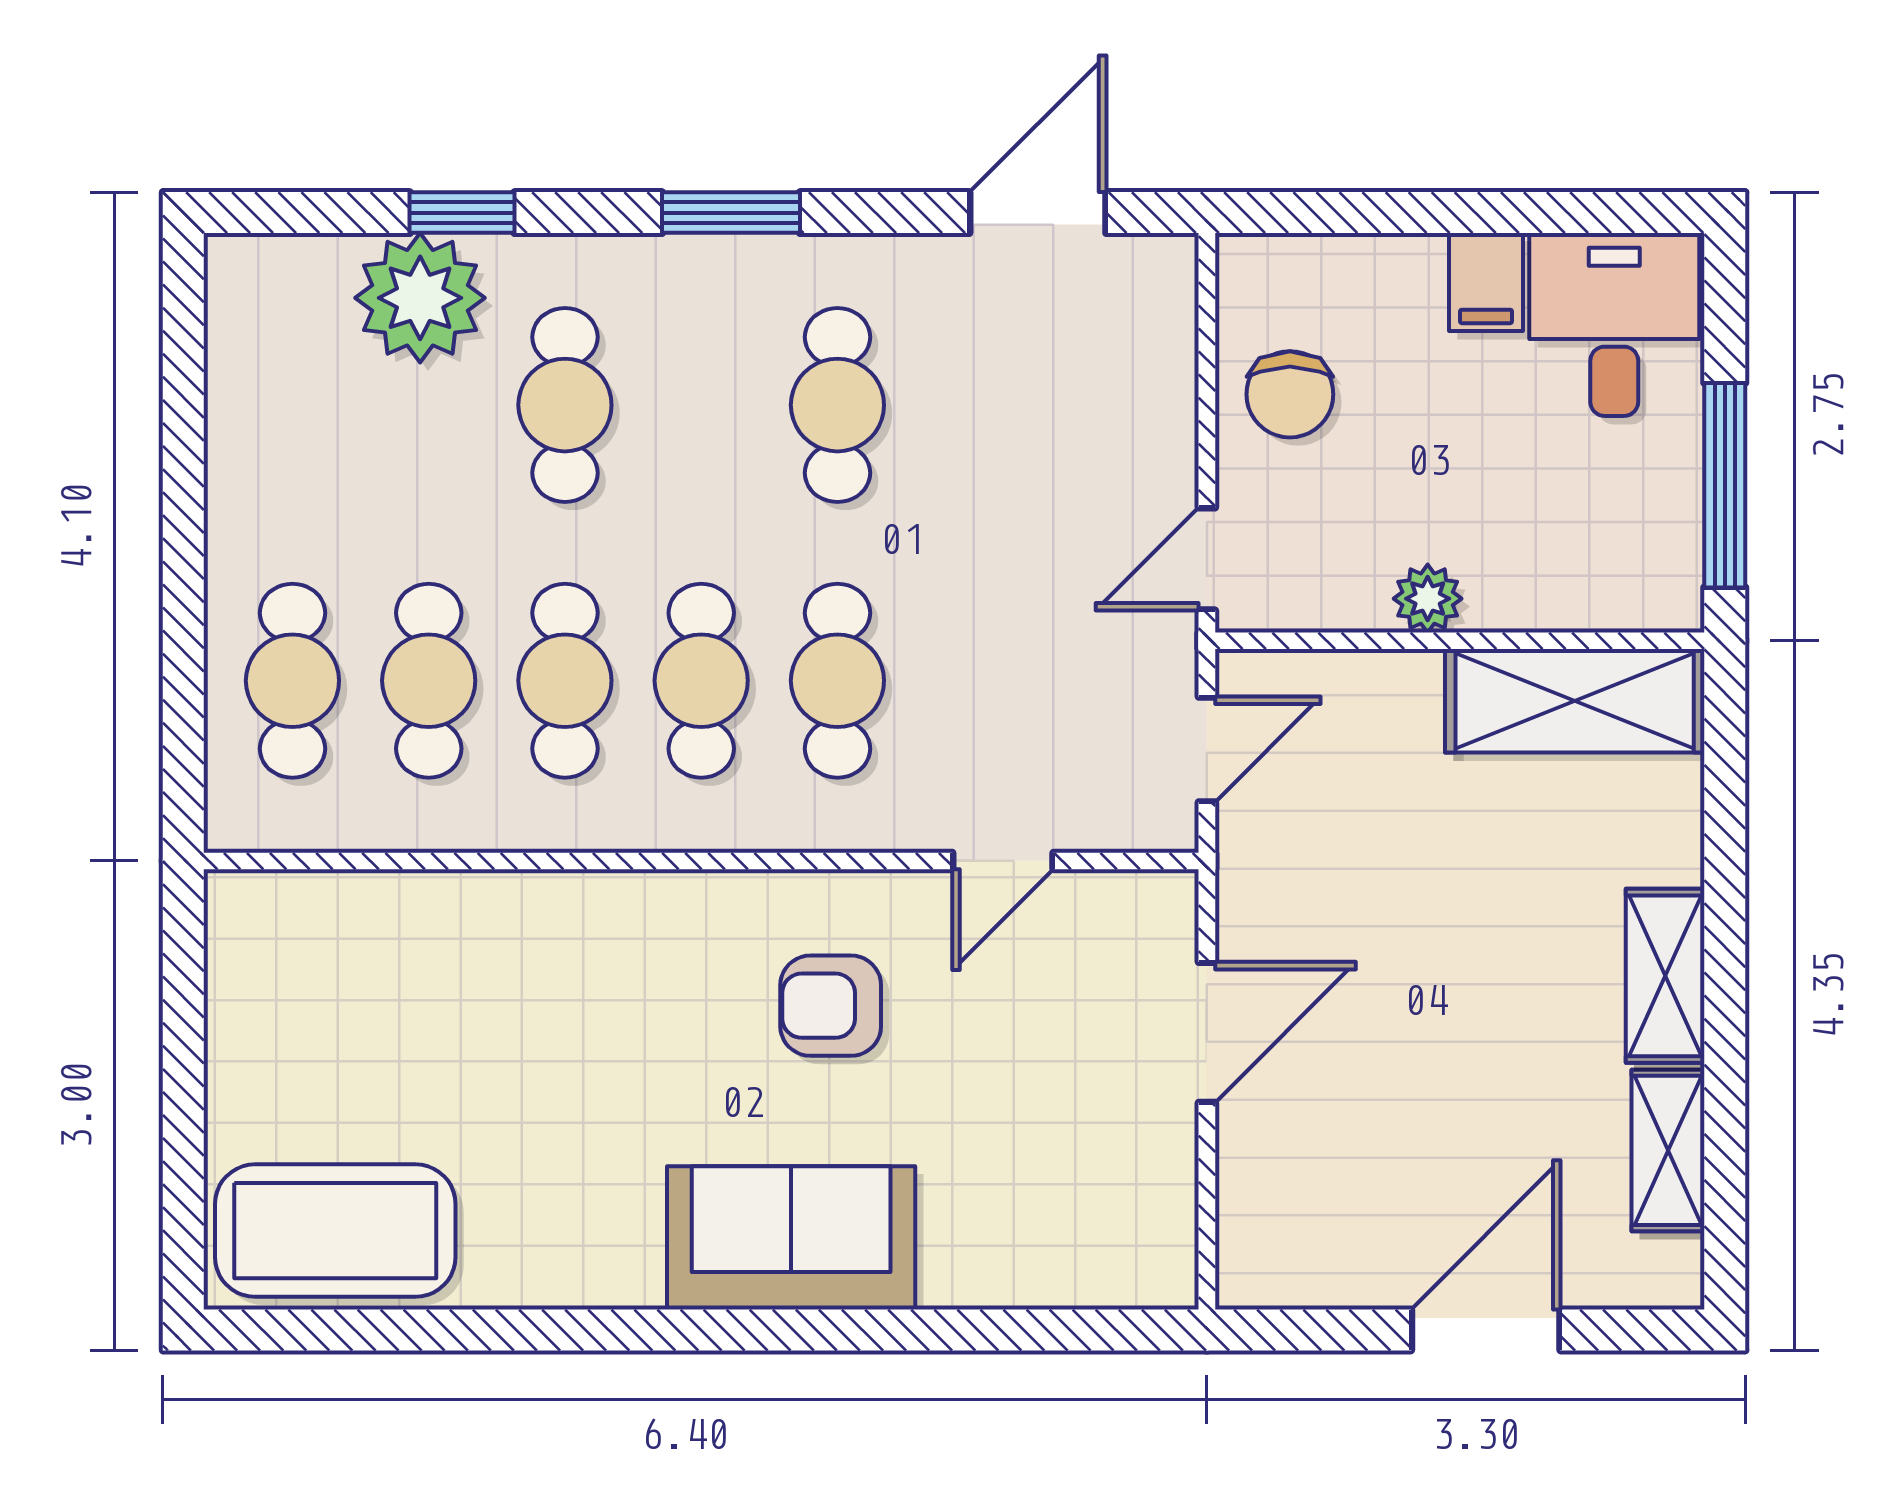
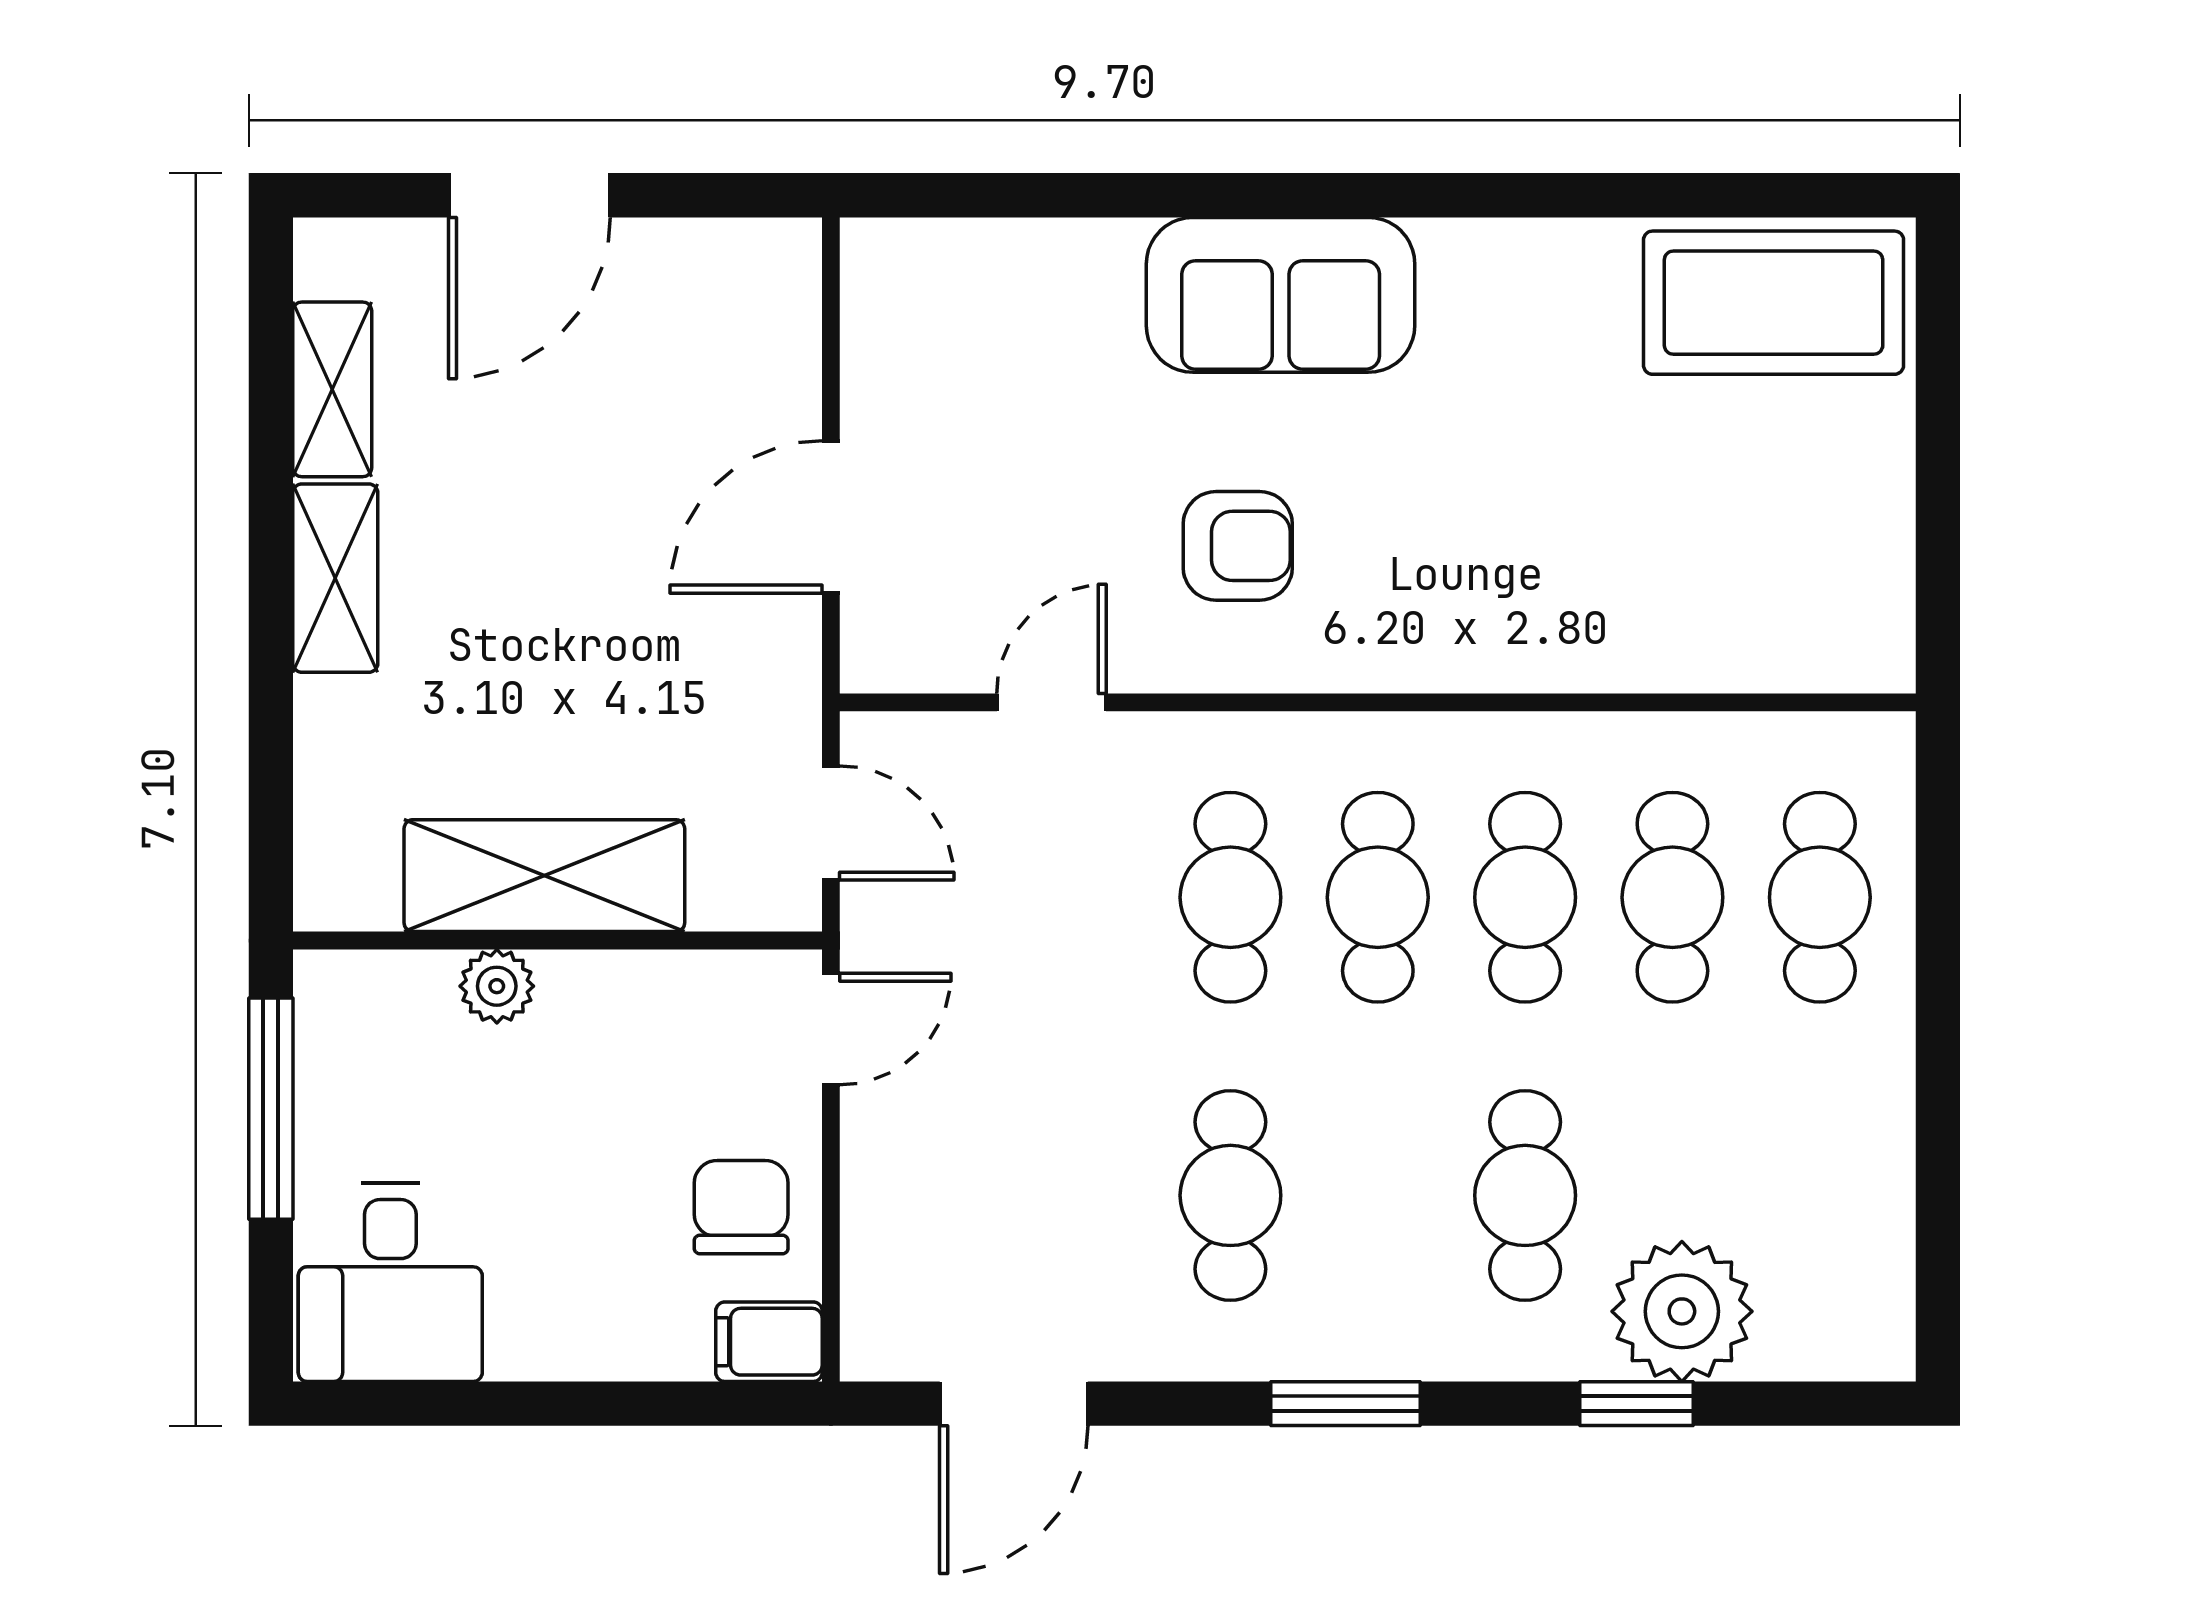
filing cabinet: (1486, 282) -> (769, 1342), moved, turned -90
plant: (1428, 599) -> (497, 986), moved
shelving: (1575, 701) -> (544, 876), moved
door: (1207, 749) -> (831, 823), swing flipped

